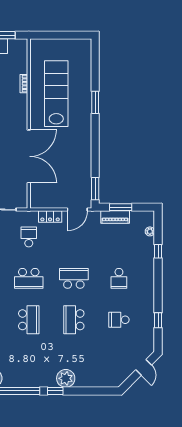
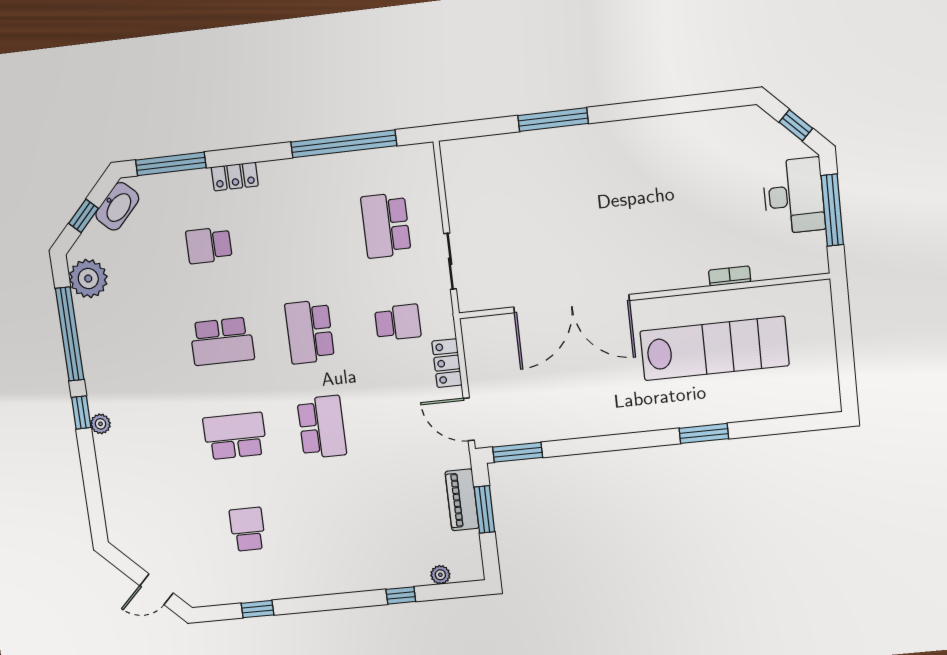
school desk: (119, 278) -> (334, 521), removed
plant: (66, 378) -> (100, 424), width x0.53, depth x0.53

